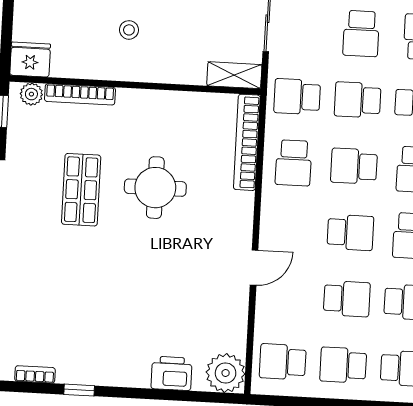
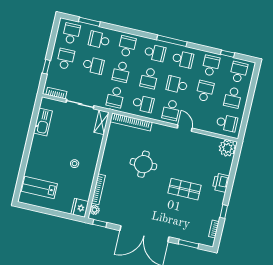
shop shelf: (81, 190) -> (185, 189), moved
school desk: (290, 229) -> (171, 110), added
school desk: (350, 232) -> (177, 85), turned -90
school desk: (283, 362) -> (227, 123), turned -90
printer: (172, 373) -> (221, 183), moved

